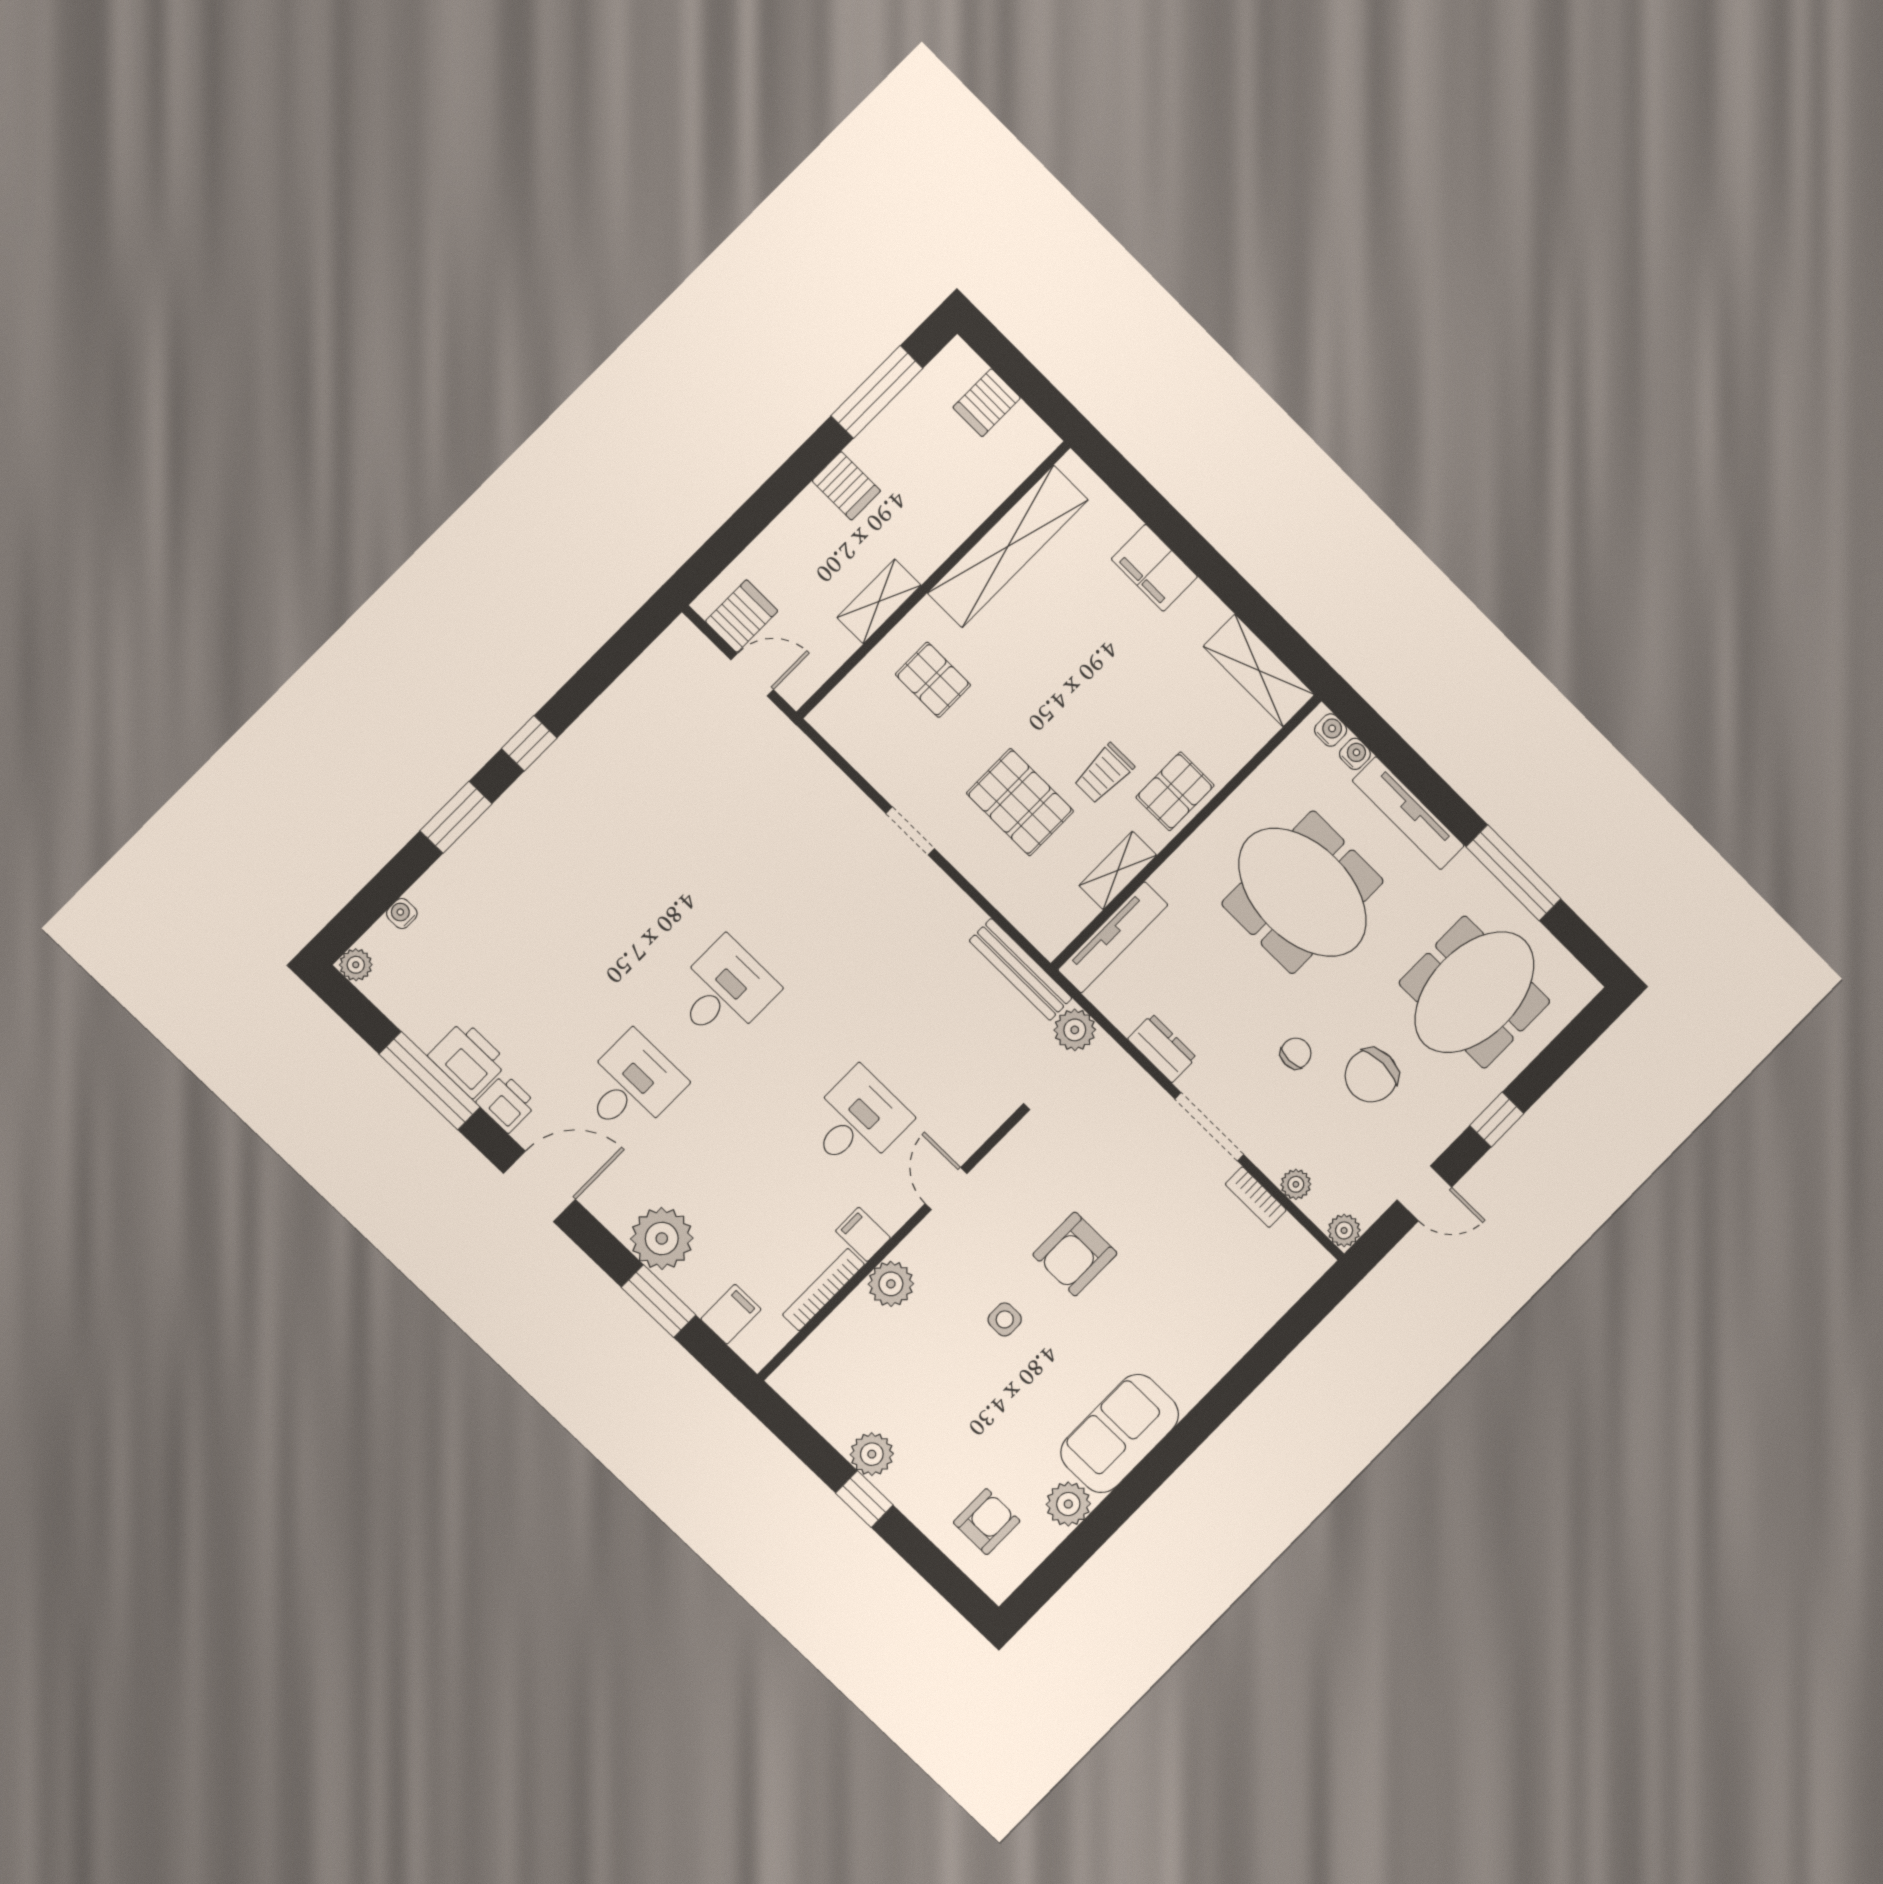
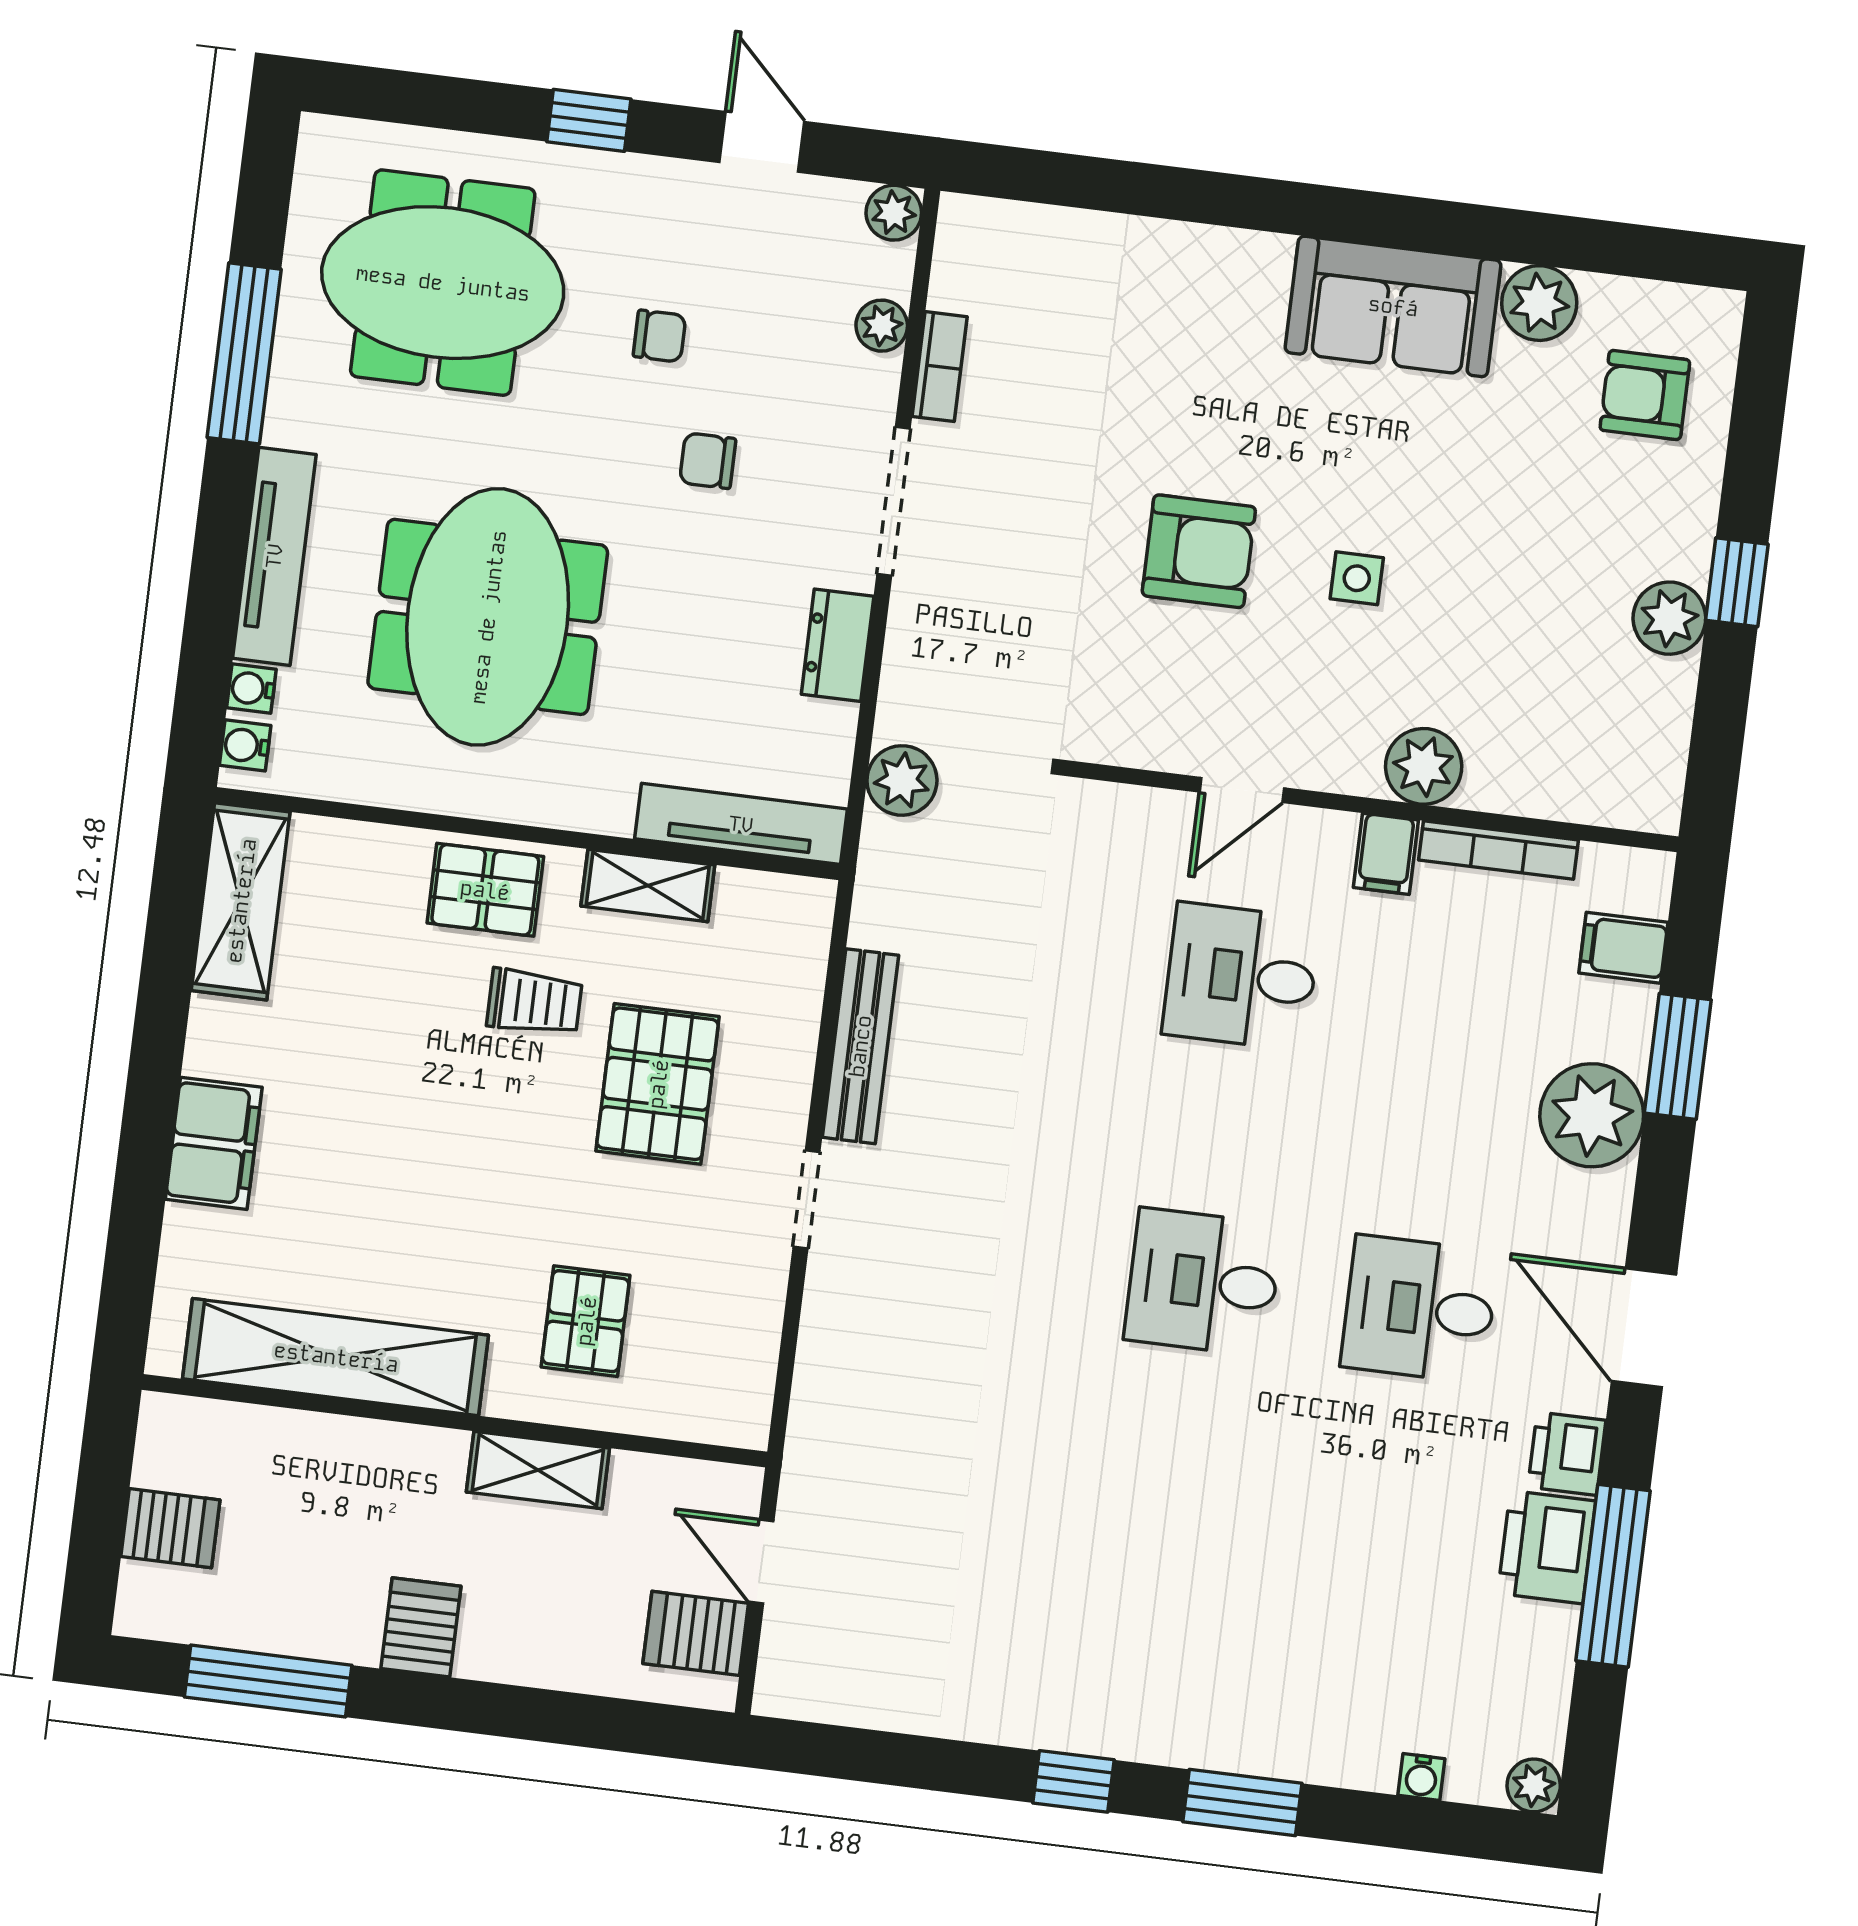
bench: (1021, 969) -> (860, 1046), moved
chair: (1371, 1075) -> (659, 336), width x0.54, depth x0.54

